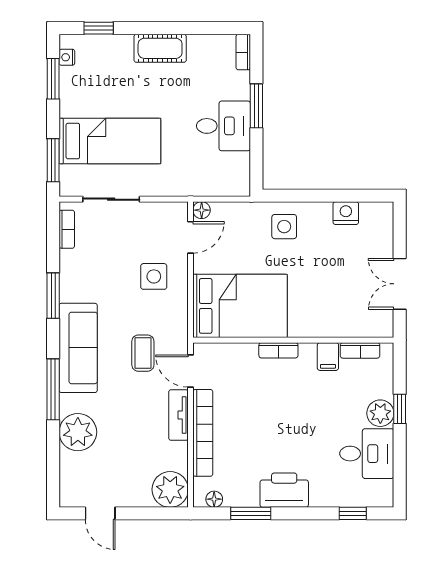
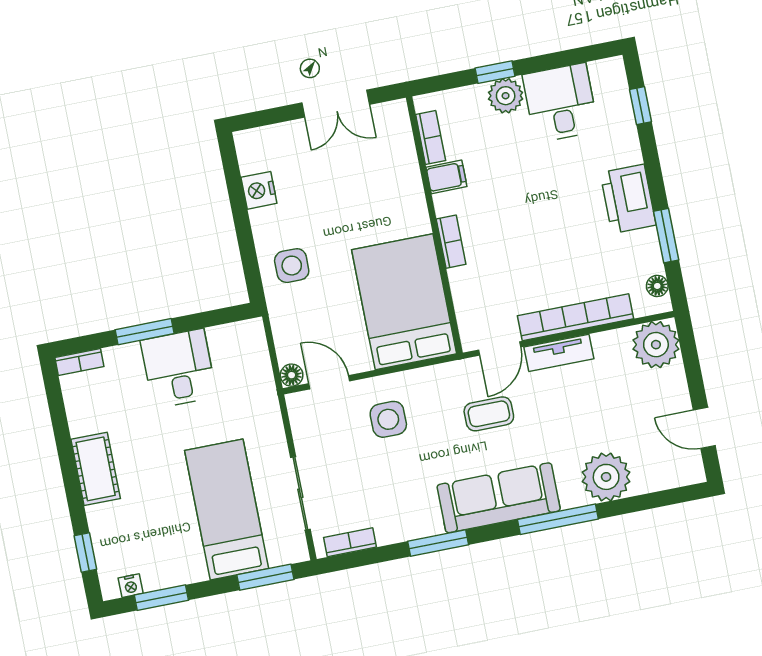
door: (100, 513) -> (704, 428), swing flipped

